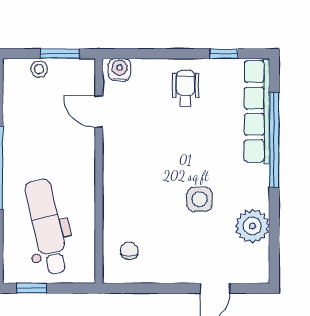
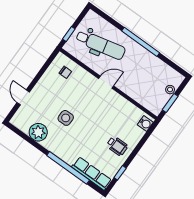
row of seats: (257, 111) -> (92, 174), width x0.73
door: (99, 112) -> (106, 82), moved
window: (32, 288) -> (69, 34), moved

